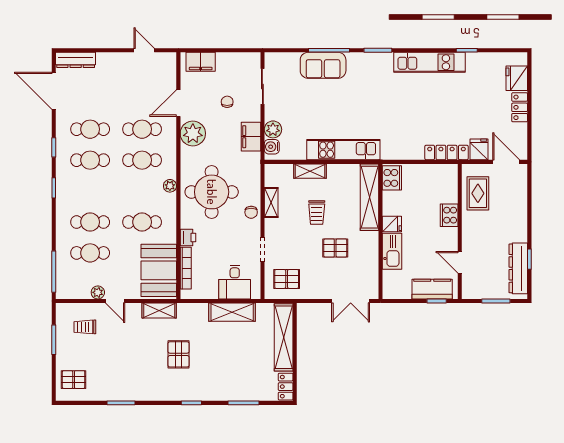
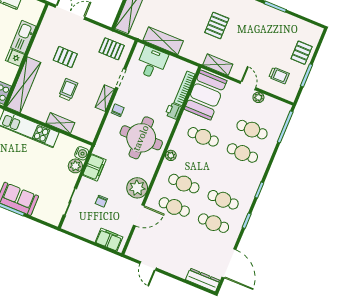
shelving: (271, 203) -> (105, 98), moved
pallet: (74, 380) -> (302, 53), moved, turned 90

